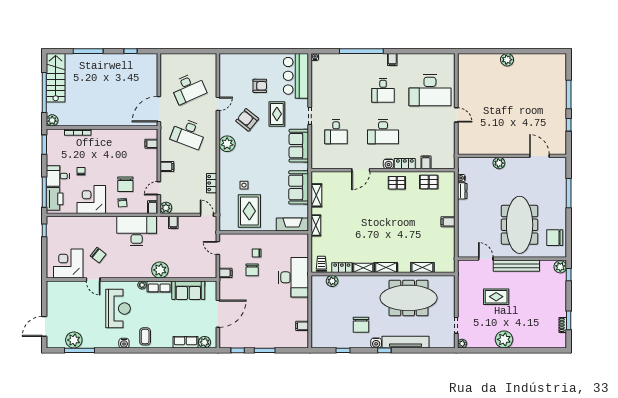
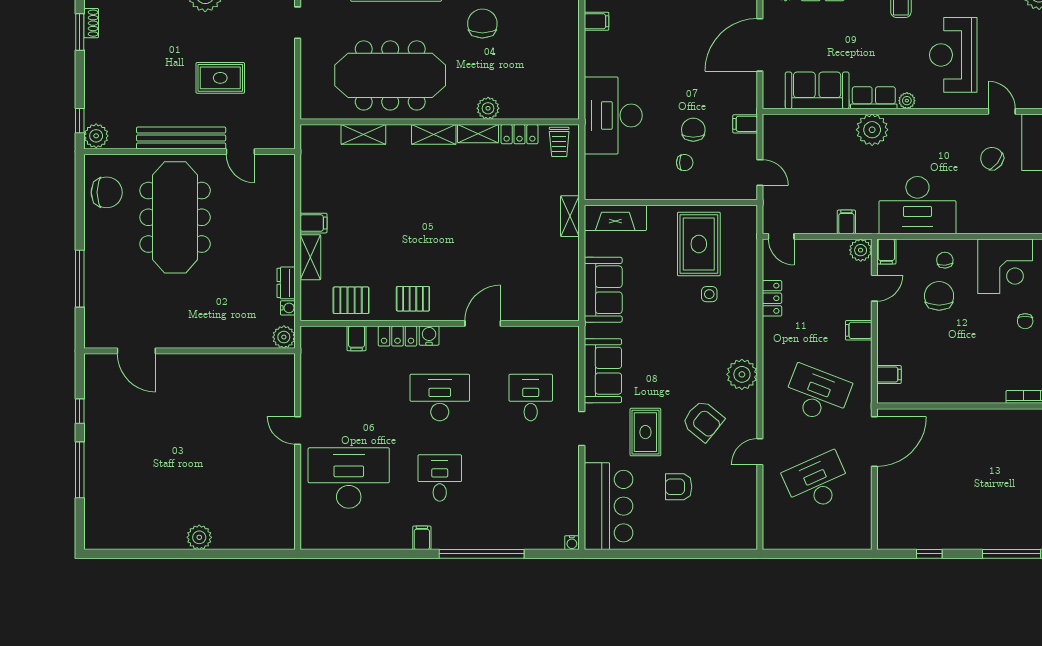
plant: (499, 163) -> (284, 337), moved
shelving: (316, 195) -> (310, 257), moved
plant: (332, 281) -> (488, 108), moved

